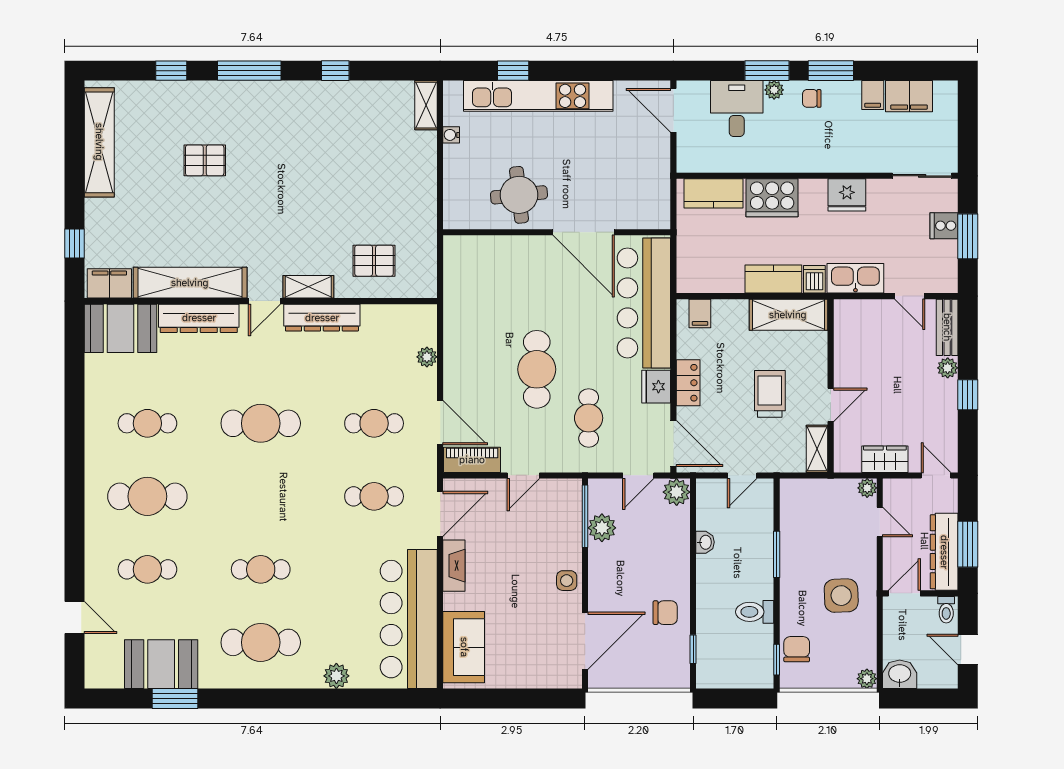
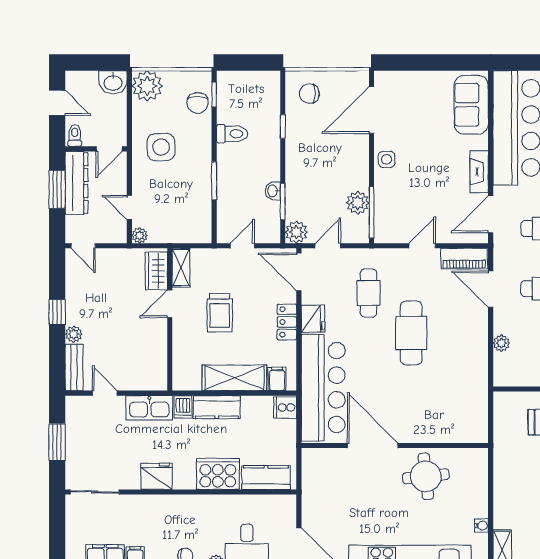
cooker: (944, 226) -> (285, 407), moved, turned 180
shelving: (788, 315) -> (234, 378), moved
wardrobe: (885, 459) -> (156, 271), moved, turned 90
window: (693, 529) -> (283, 202), added
chair: (665, 613) -> (309, 94), moved
window: (693, 649) -> (283, 127), moved
plant: (867, 679) -> (147, 86), width x1.88, depth x1.88

